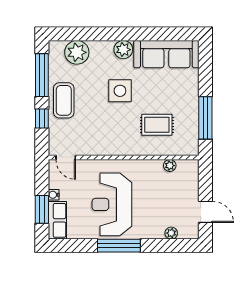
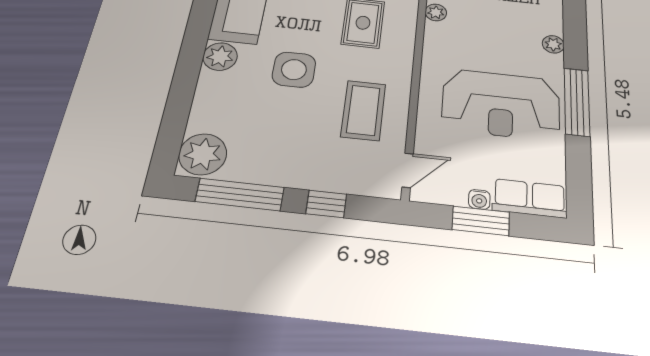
plant: (77, 52) -> (203, 154), moved
coffee table: (64, 100) -> (363, 110), moved, turned 90
window: (42, 209) -> (481, 221), moved
plant: (171, 233) -> (553, 44), moved

